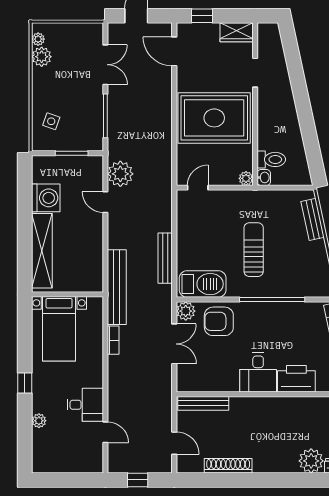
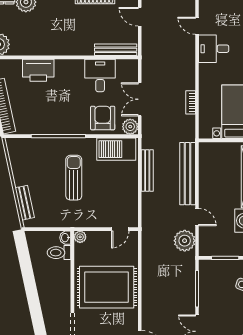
sun lounger: (254, 250) -> (74, 178), turned 180
bench: (117, 287) -> (188, 174), moved
armchair: (219, 321) -> (103, 118), turned -90
desk: (258, 372) -> (100, 76), moved

